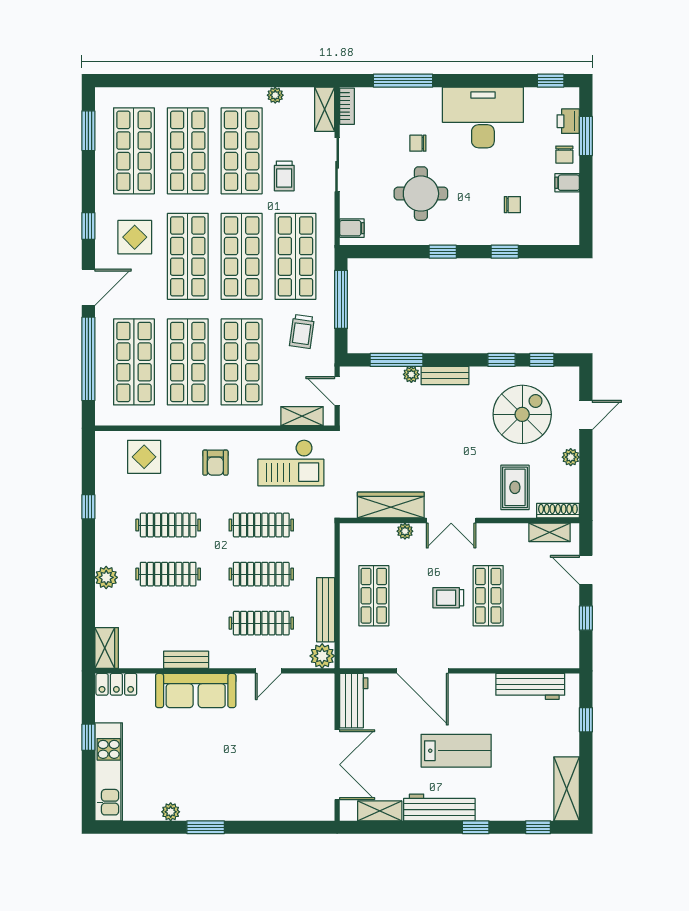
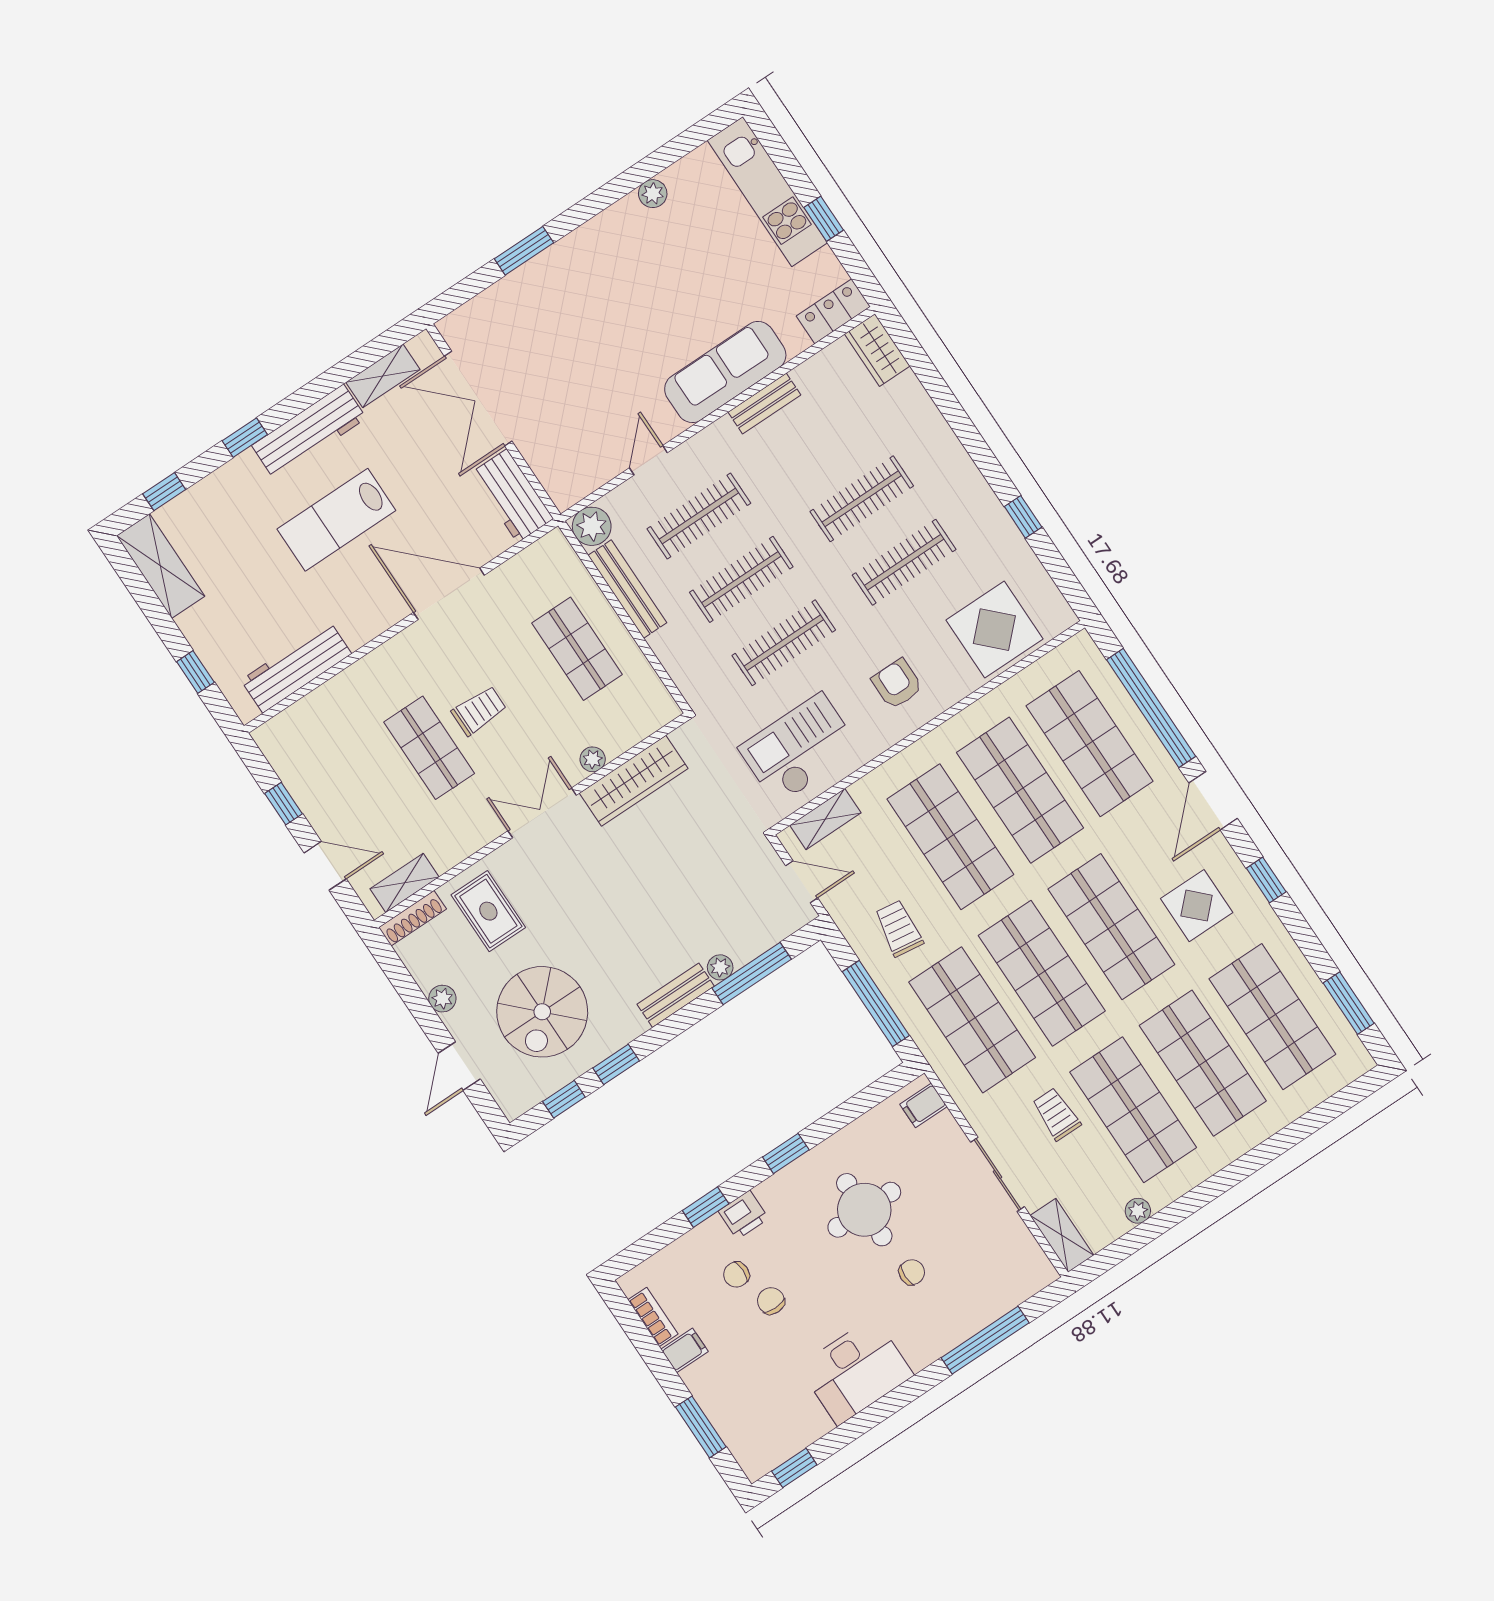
bookcase: (347, 106) -> (653, 1317), moved, turned 180
desk: (483, 117) -> (856, 1371), width x0.73, depth x0.77
printer: (568, 121) -> (743, 1215), moved, turned 90
chair: (564, 155) -> (771, 1301), moved
display table: (144, 457) -> (994, 630), width x1.36, depth x1.36
plant: (106, 577) -> (939, 441), removed
window: (206, 827) -> (524, 251), moved

